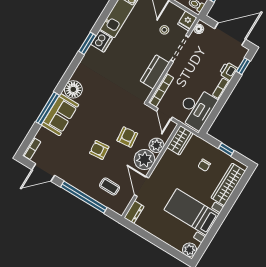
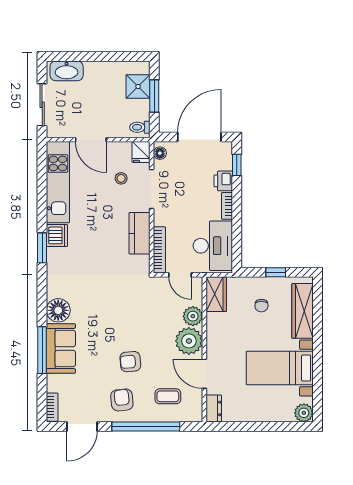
armchair: (127, 137) -> (122, 400), moved

